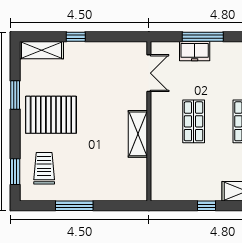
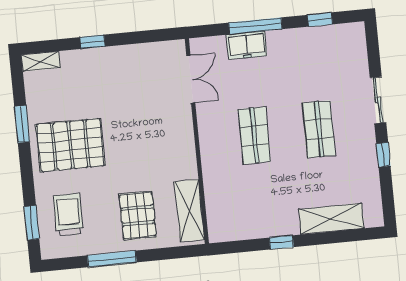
shelving: (42, 50) -> (41, 61), width x0.67, depth x0.75
shelving: (138, 134) -> (189, 211), moved
pallet: (98, 174) -> (138, 216), added

